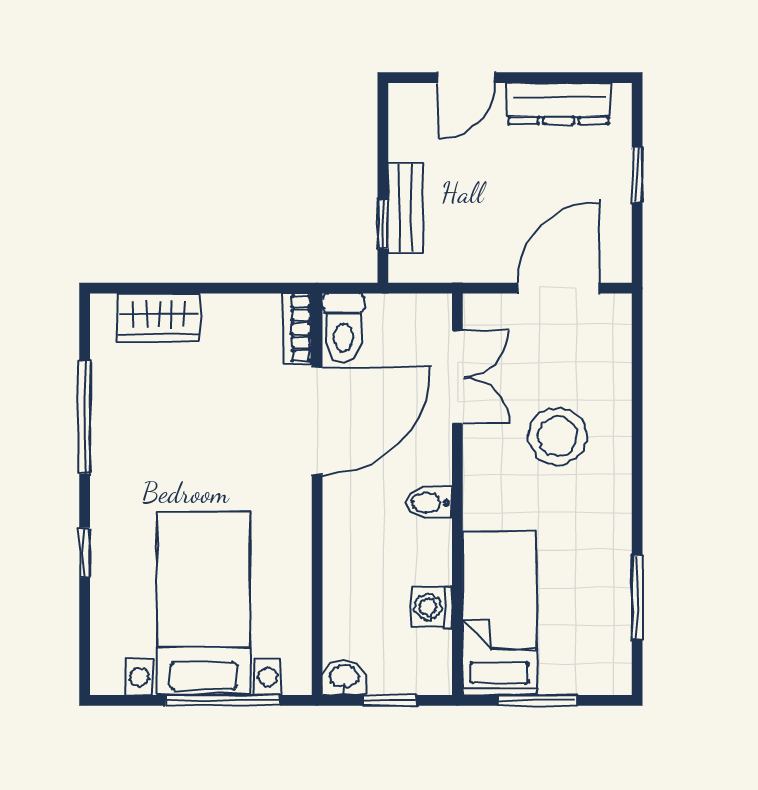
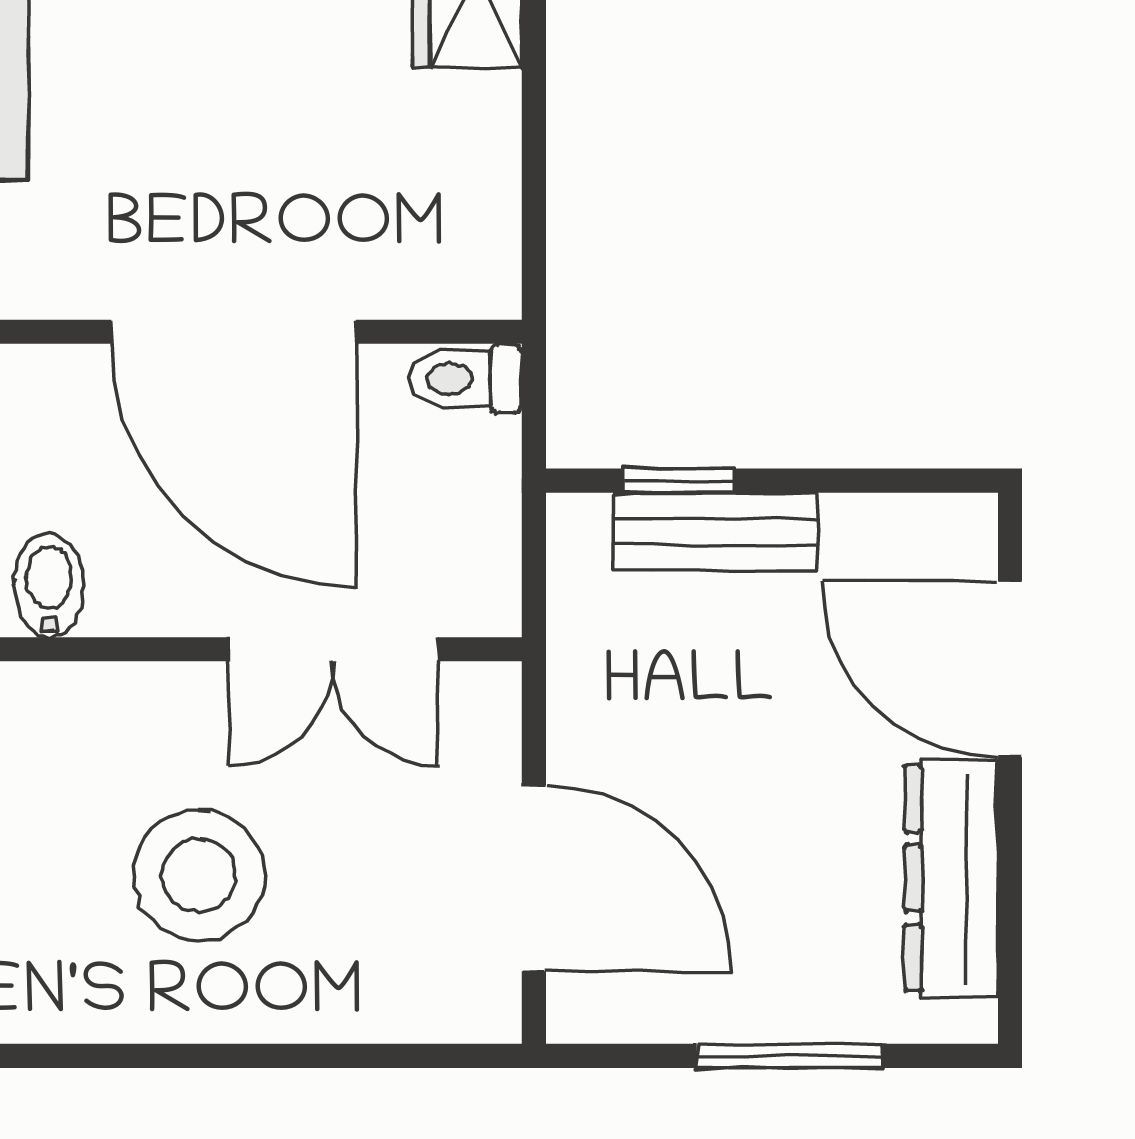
door: (466, 78) -> (1010, 669), width x1.38
window: (637, 175) -> (790, 1056), width x1.50
toilet: (343, 328) -> (465, 378), width x0.73, depth x0.72
bookcase: (298, 329) -> (442, 288), removed

